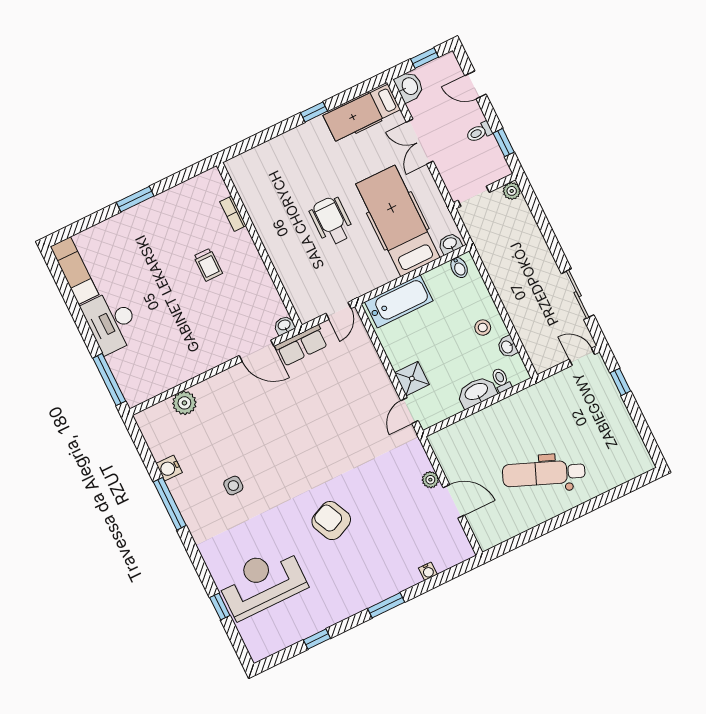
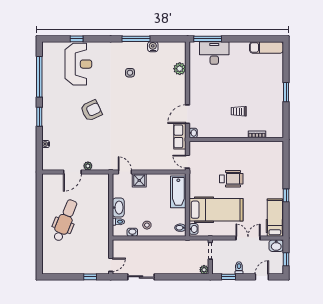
desk: (111, 322) -> (214, 53), moved
window: (317, 639) -> (39, 77), width x3.17

